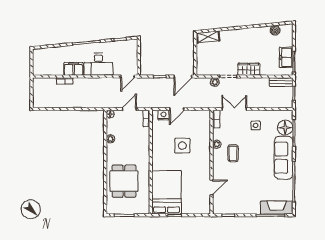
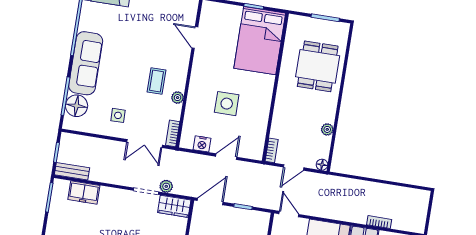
freezer: (286, 57) -> (84, 193), moved, turned 90
wardrobe: (249, 69) -> (174, 206), moved
door: (127, 77) -> (289, 214), hinge flipped
nightstand: (164, 115) -> (202, 144), moved
door: (211, 187) -> (195, 37), hinge flipped

